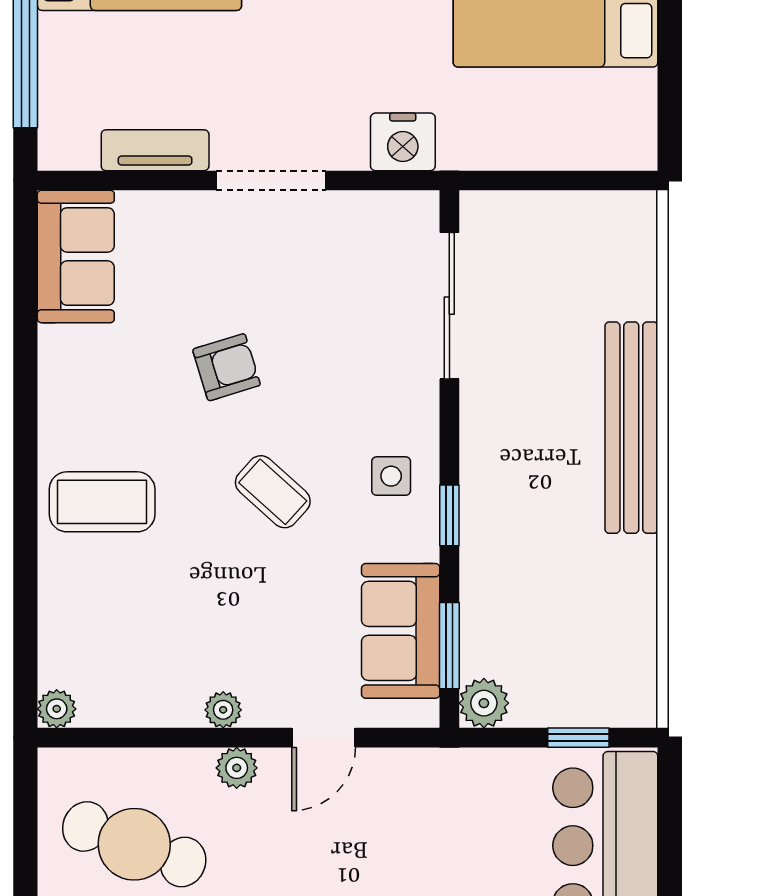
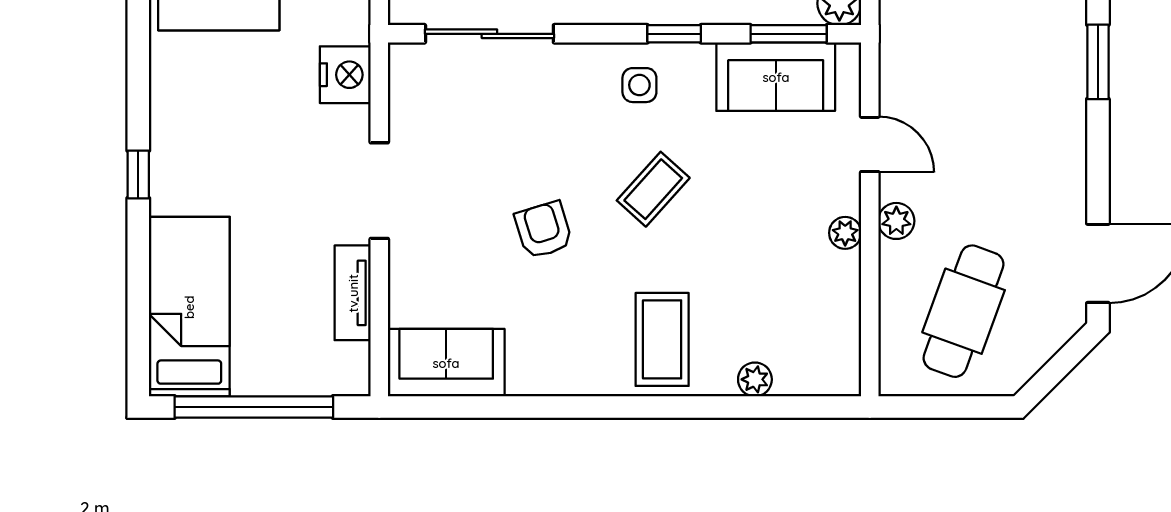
plant: (57, 709) -> (755, 379), moved

